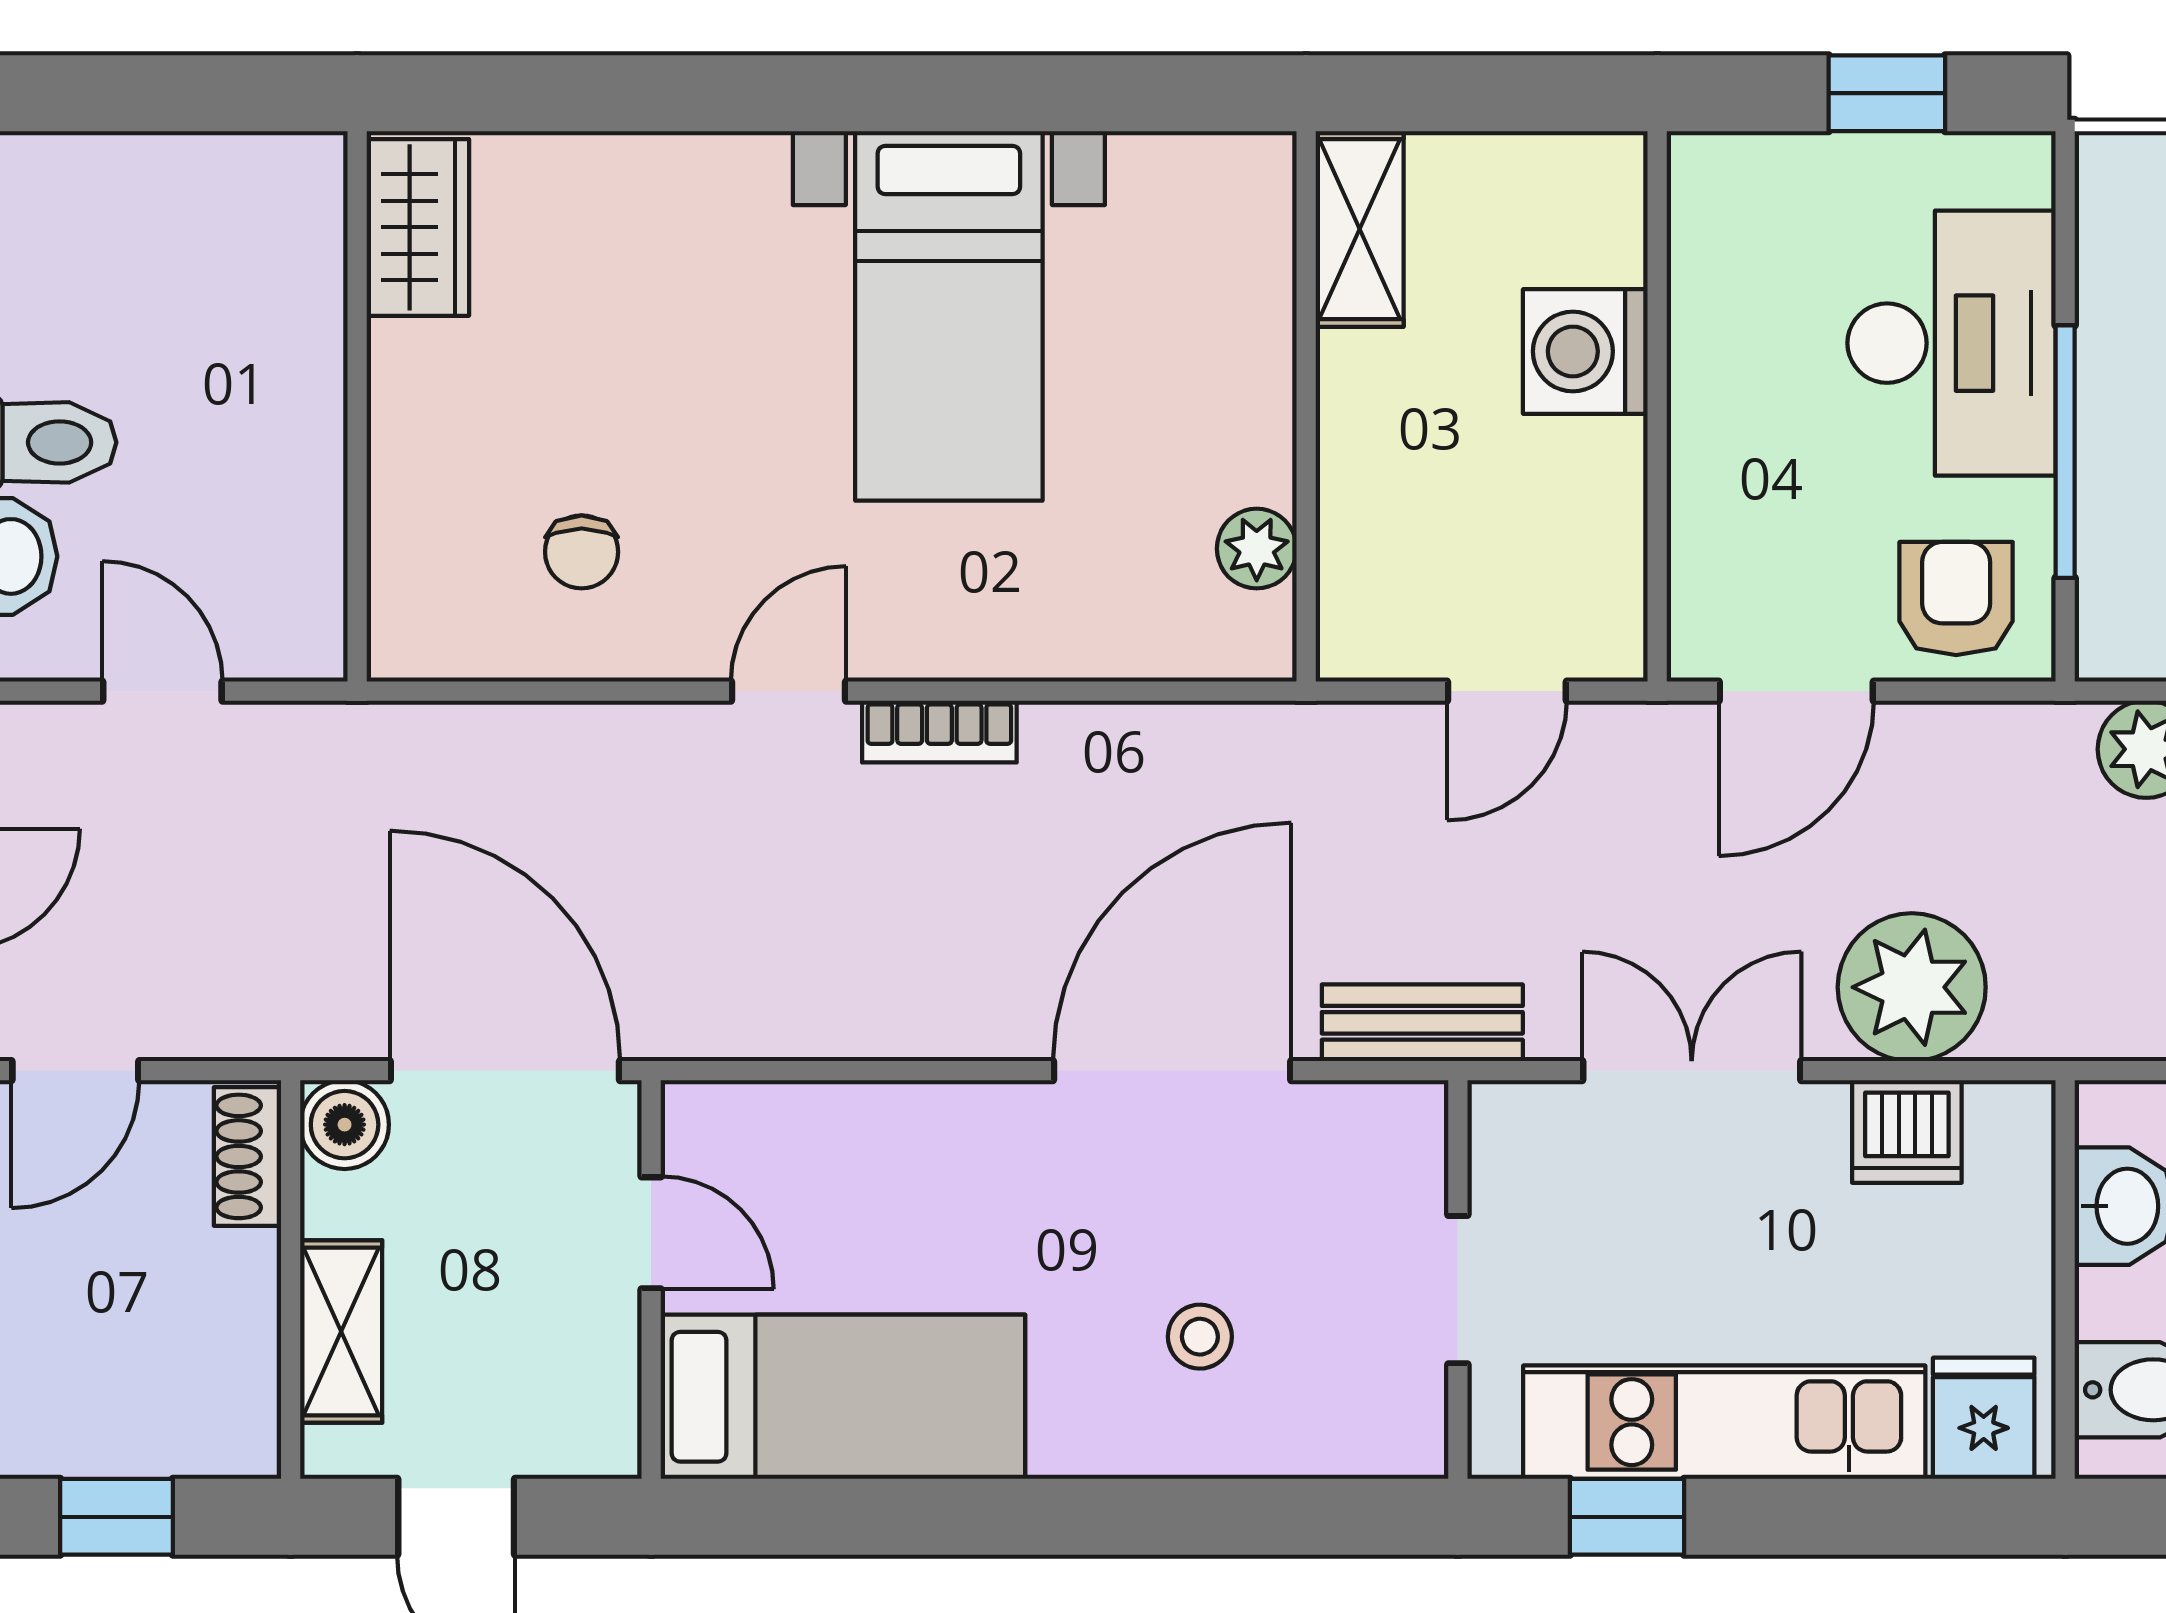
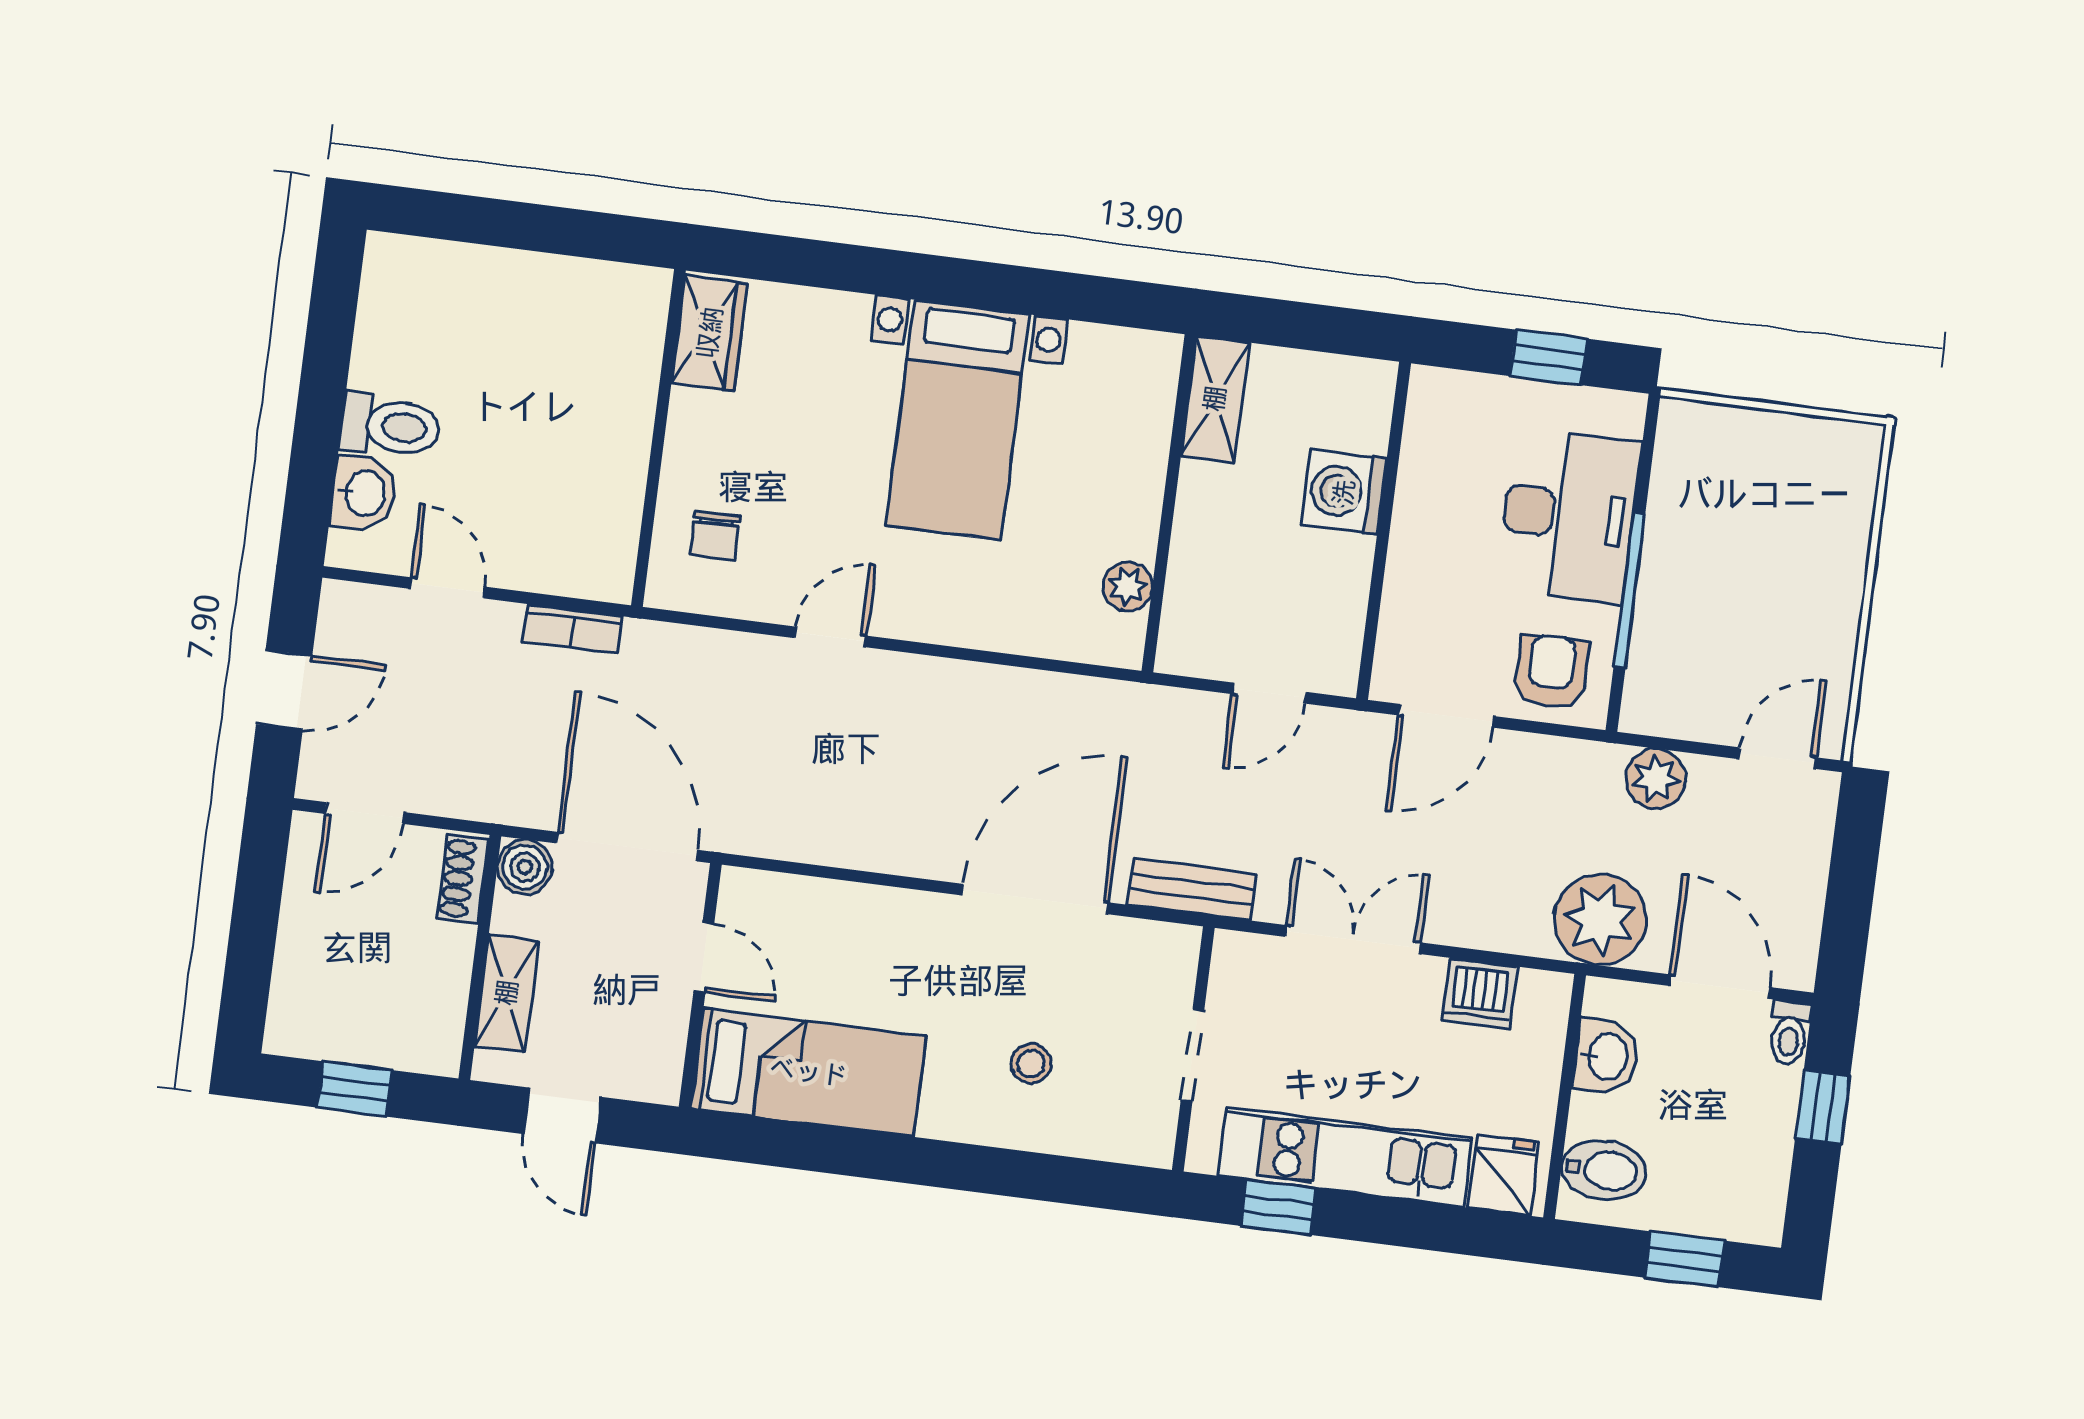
wardrobe: (418, 227) -> (710, 333), moved
wall: (357, 406) -> (658, 438), moved
bookcase: (939, 732) -> (572, 629), moved
plant: (1912, 987) -> (1600, 919), moved

